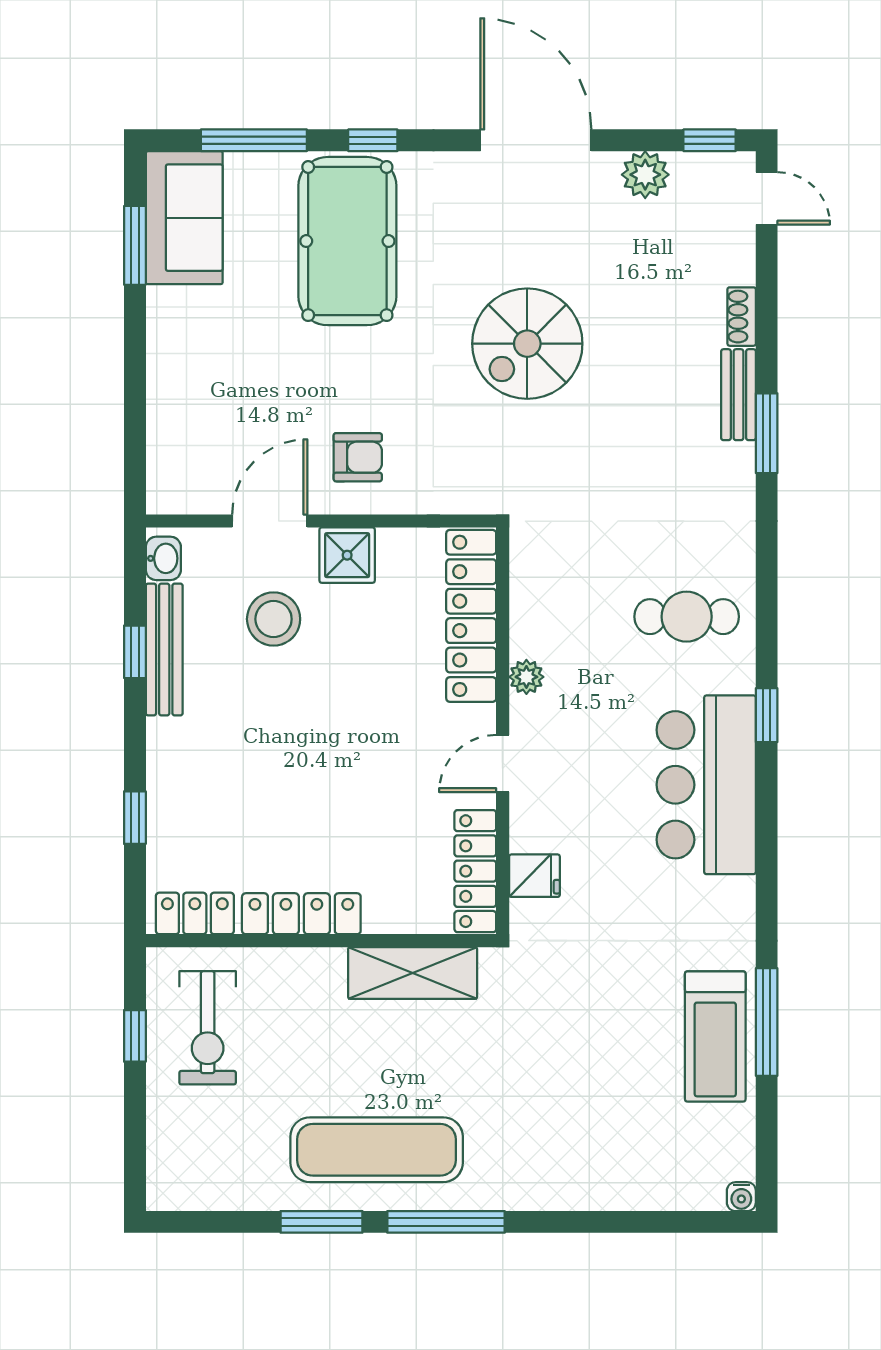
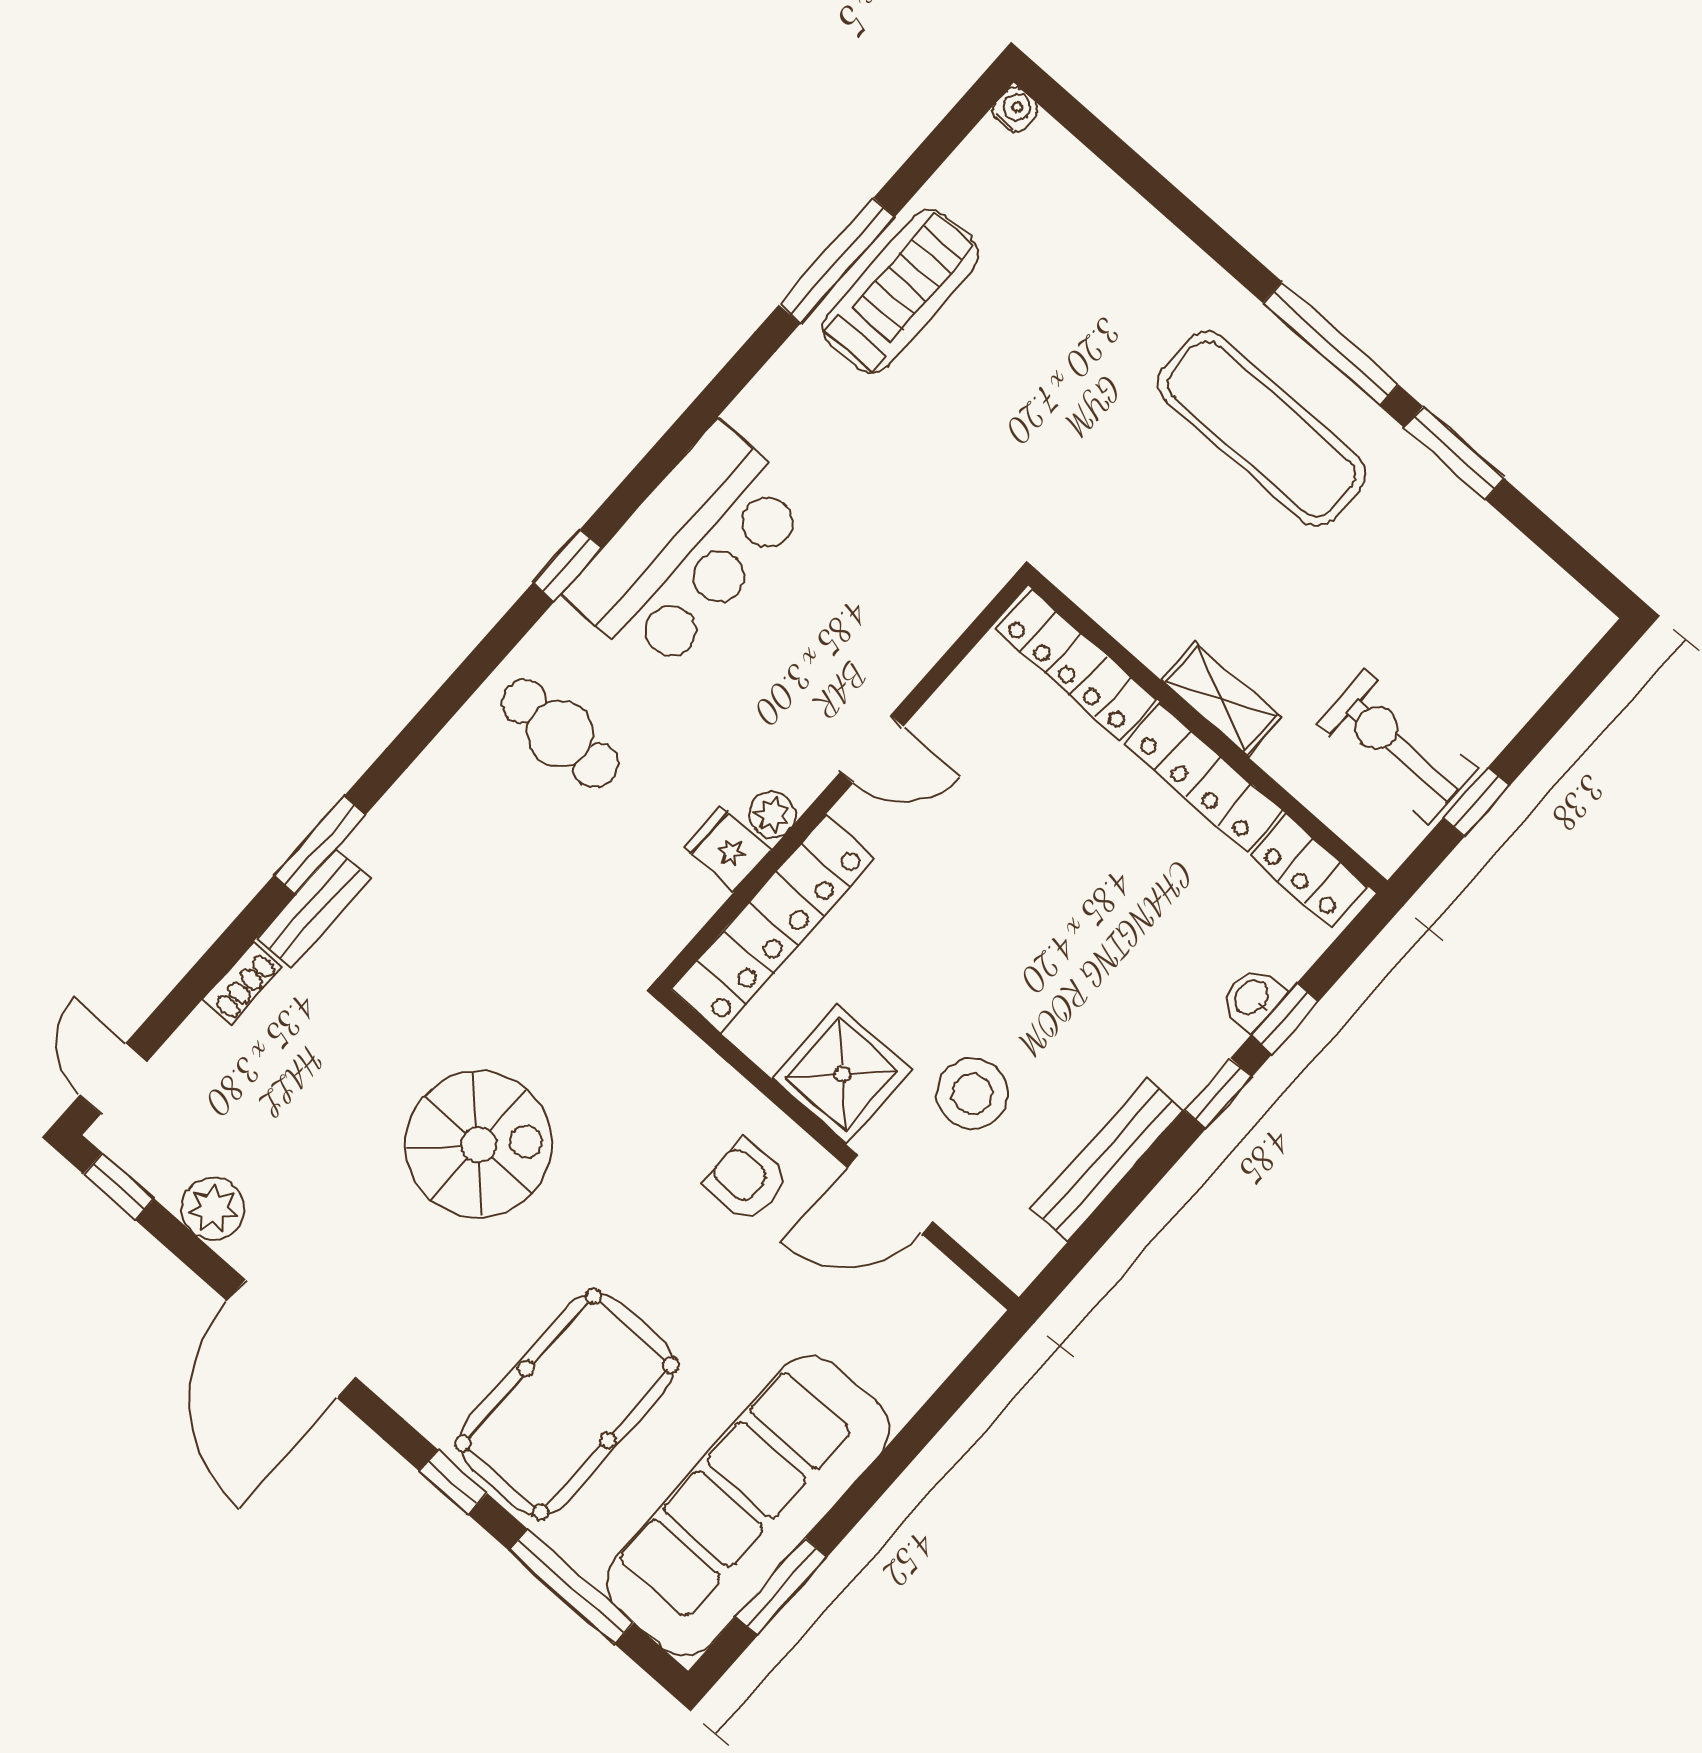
sofa: (184, 218) -> (748, 1506), width x1.85, depth x1.27
shower: (347, 555) -> (842, 1074), width x1.36, depth x1.36
washbasin: (163, 558) -> (1252, 998), moved
window: (135, 652) -> (1218, 1094), moved
locker: (475, 871) -> (1076, 665), moved, turned 90
fridge: (535, 876) -> (727, 849), moved
shelving: (413, 973) -> (1221, 699), moved, width x0.67, depth x0.75
exercise bike: (208, 1028) -> (1397, 746), turned -90
exercise mat: (377, 1150) -> (1262, 429), moved

